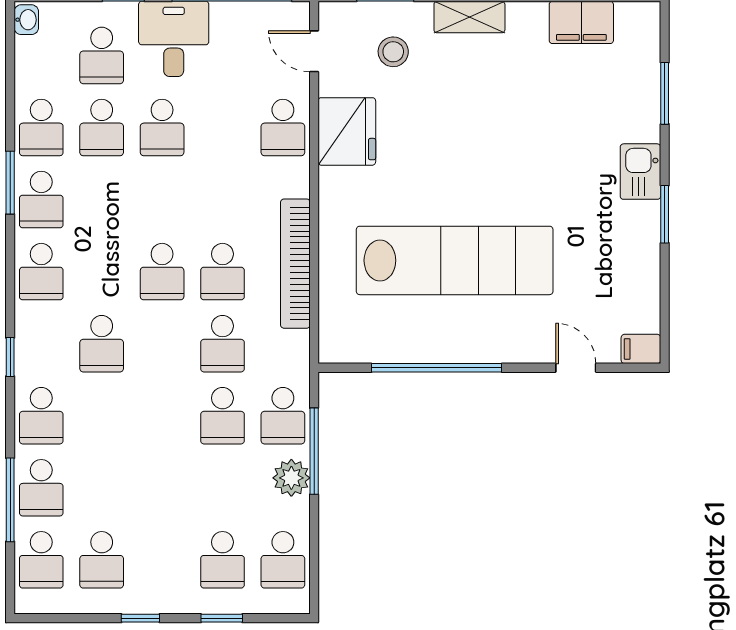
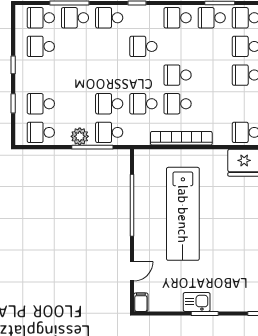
kitchen sink: (640, 172) -> (197, 302), moved

